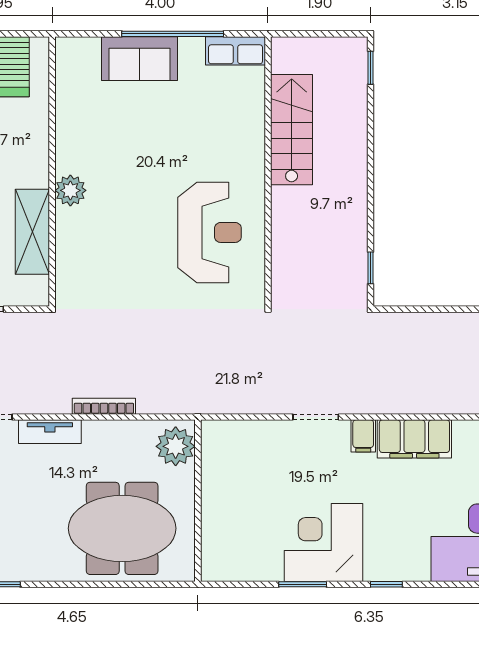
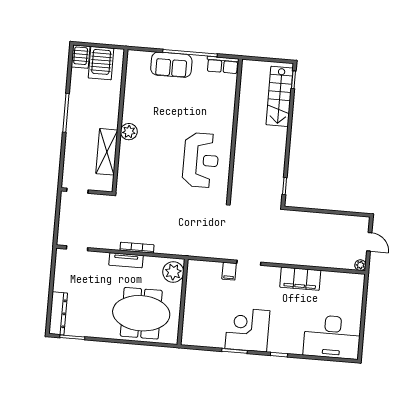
stairs: (292, 130) -> (280, 96), moved, turned 180
tv unit: (50, 432) -> (126, 260), moved
filing cabinet: (363, 436) -> (229, 271), moved

